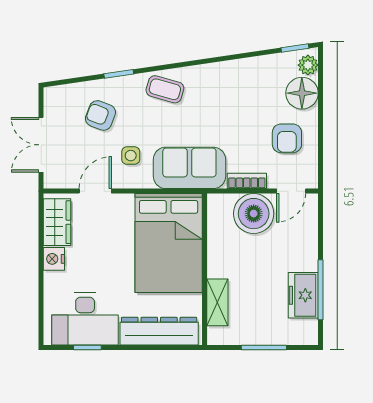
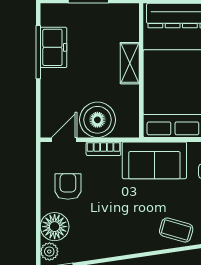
shelving: (217, 302) -> (130, 63), moved

